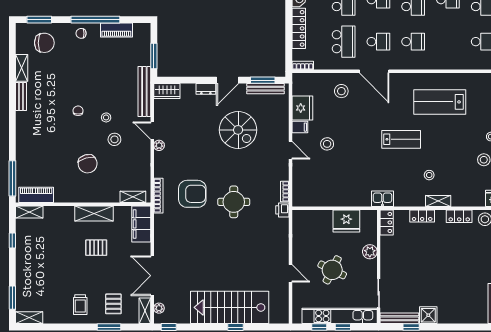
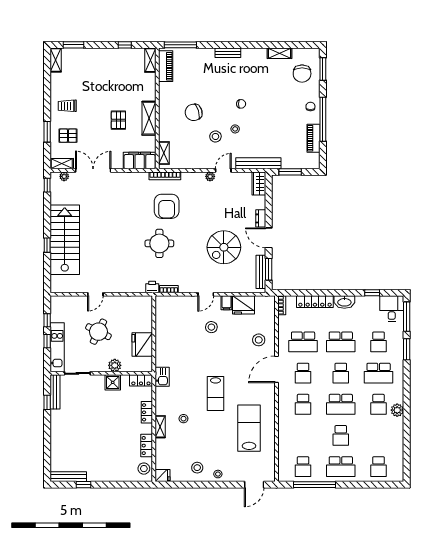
bench: (21, 97) -> (228, 53), moved
shower: (428, 315) -> (113, 382), moved
kitchen unit: (340, 316) -> (57, 347), width x0.73

